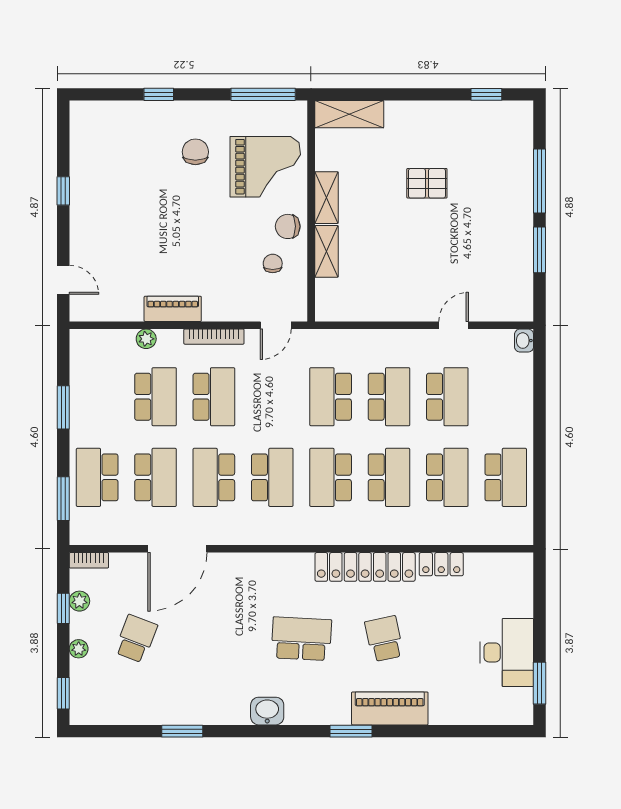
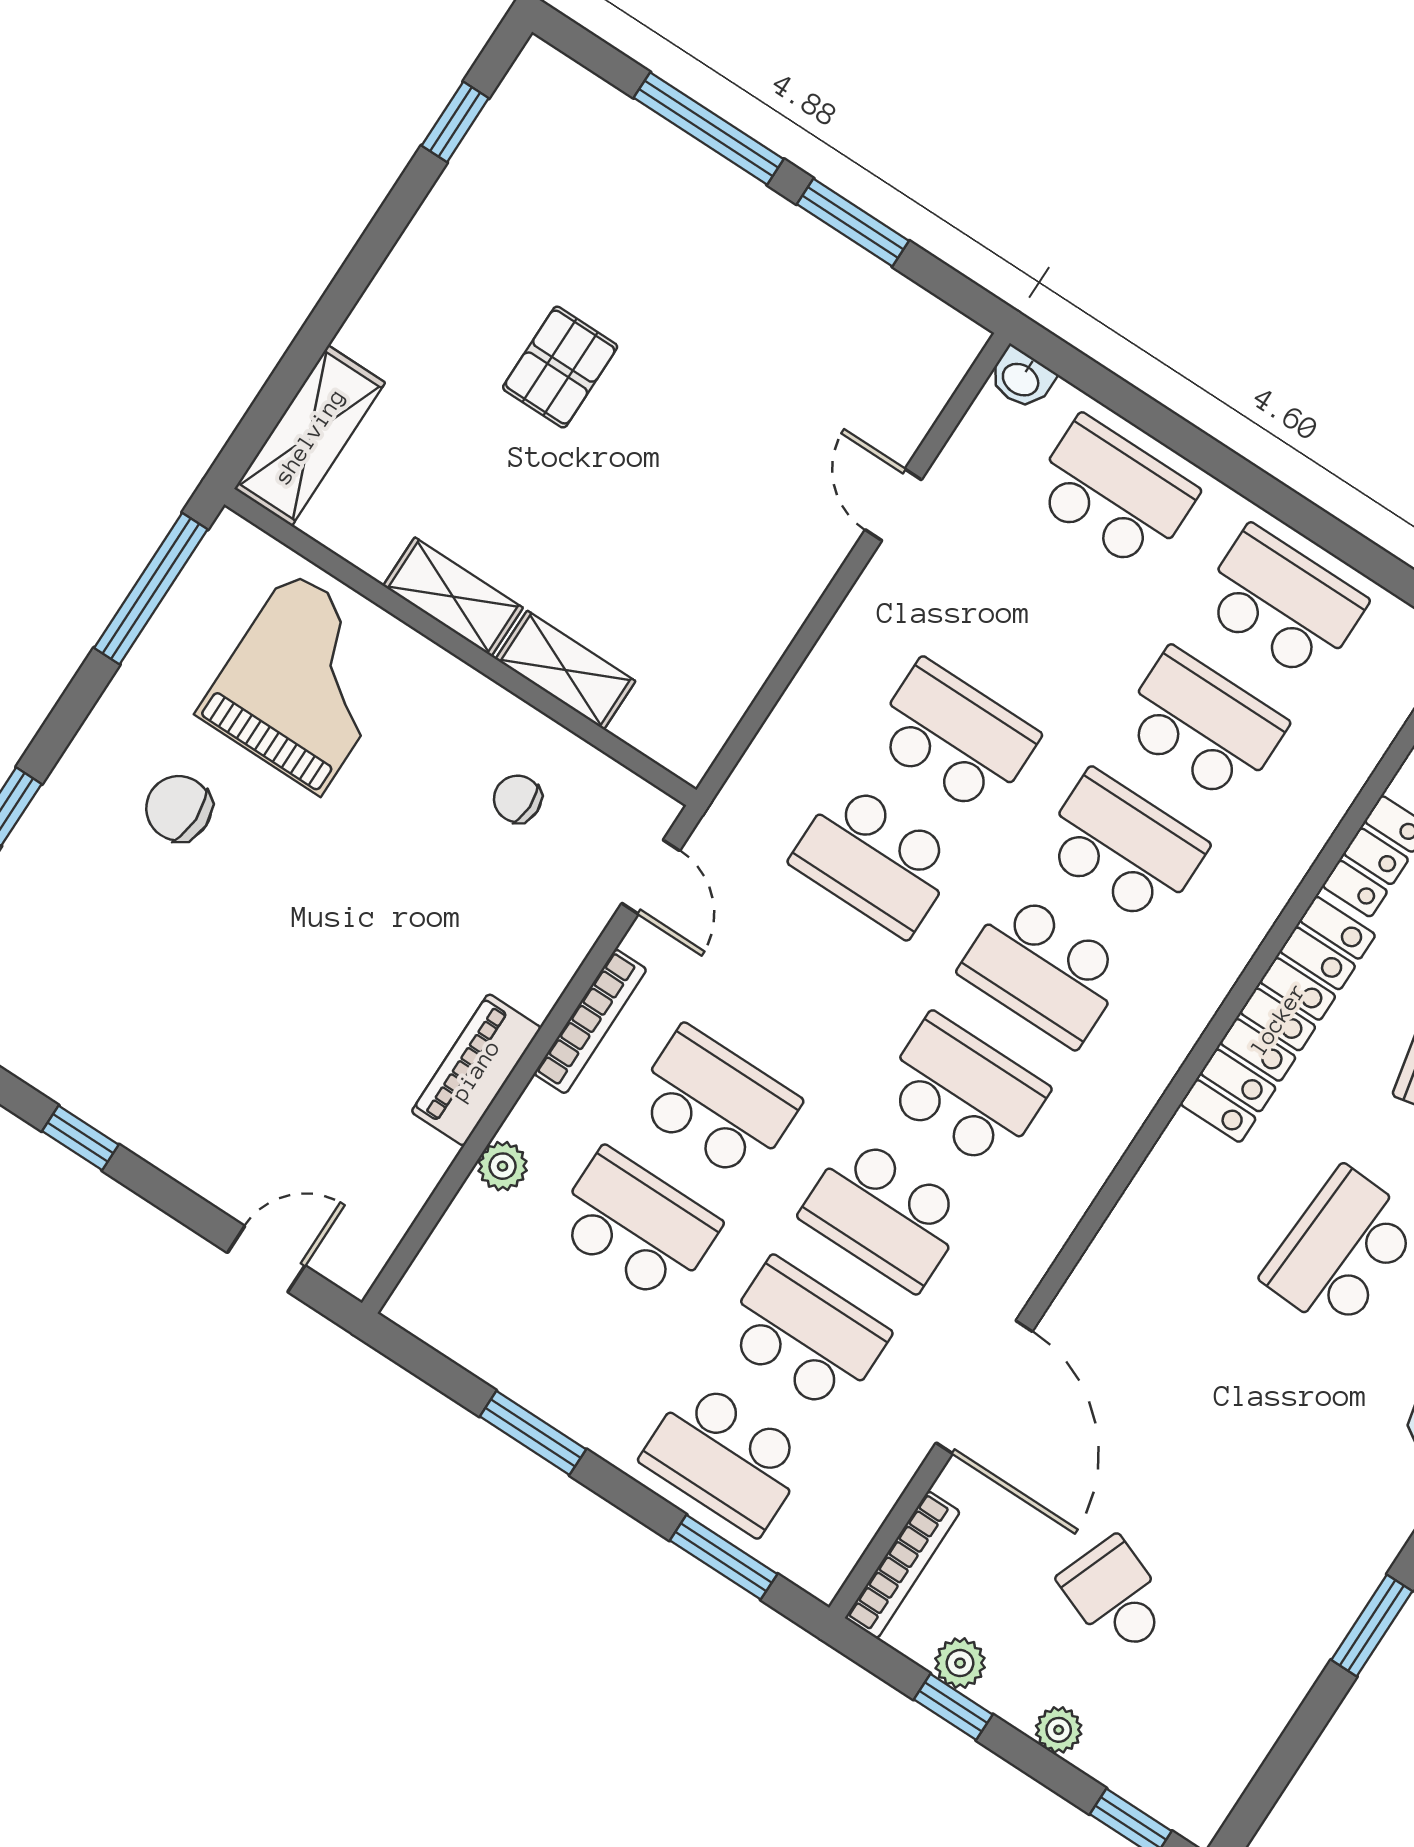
chair: (288, 226) -> (461, 717), removed
school desk: (447, 397) -> (1114, 493), moved
bookcase: (89, 560) -> (903, 1565), width x1.56

